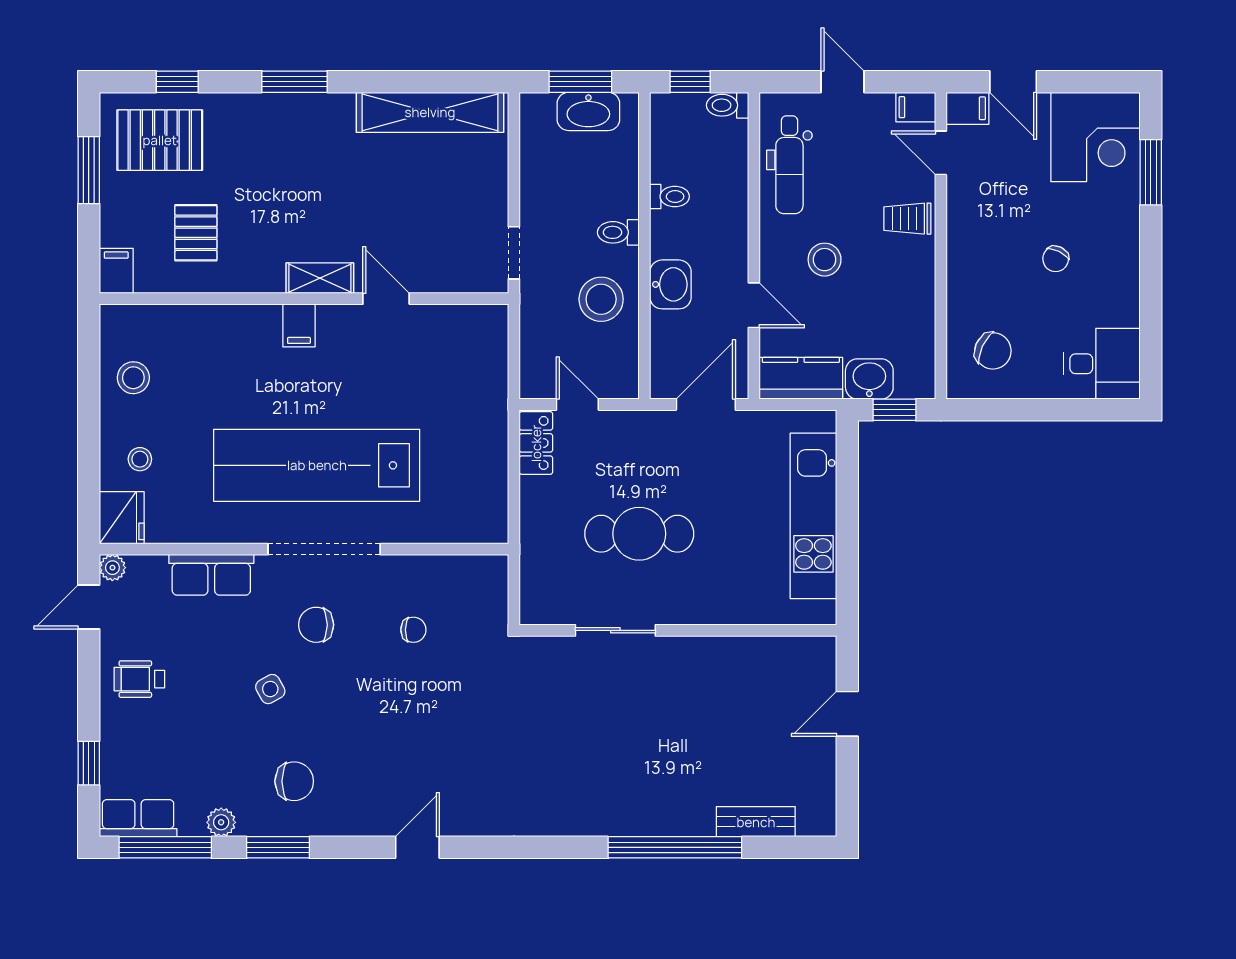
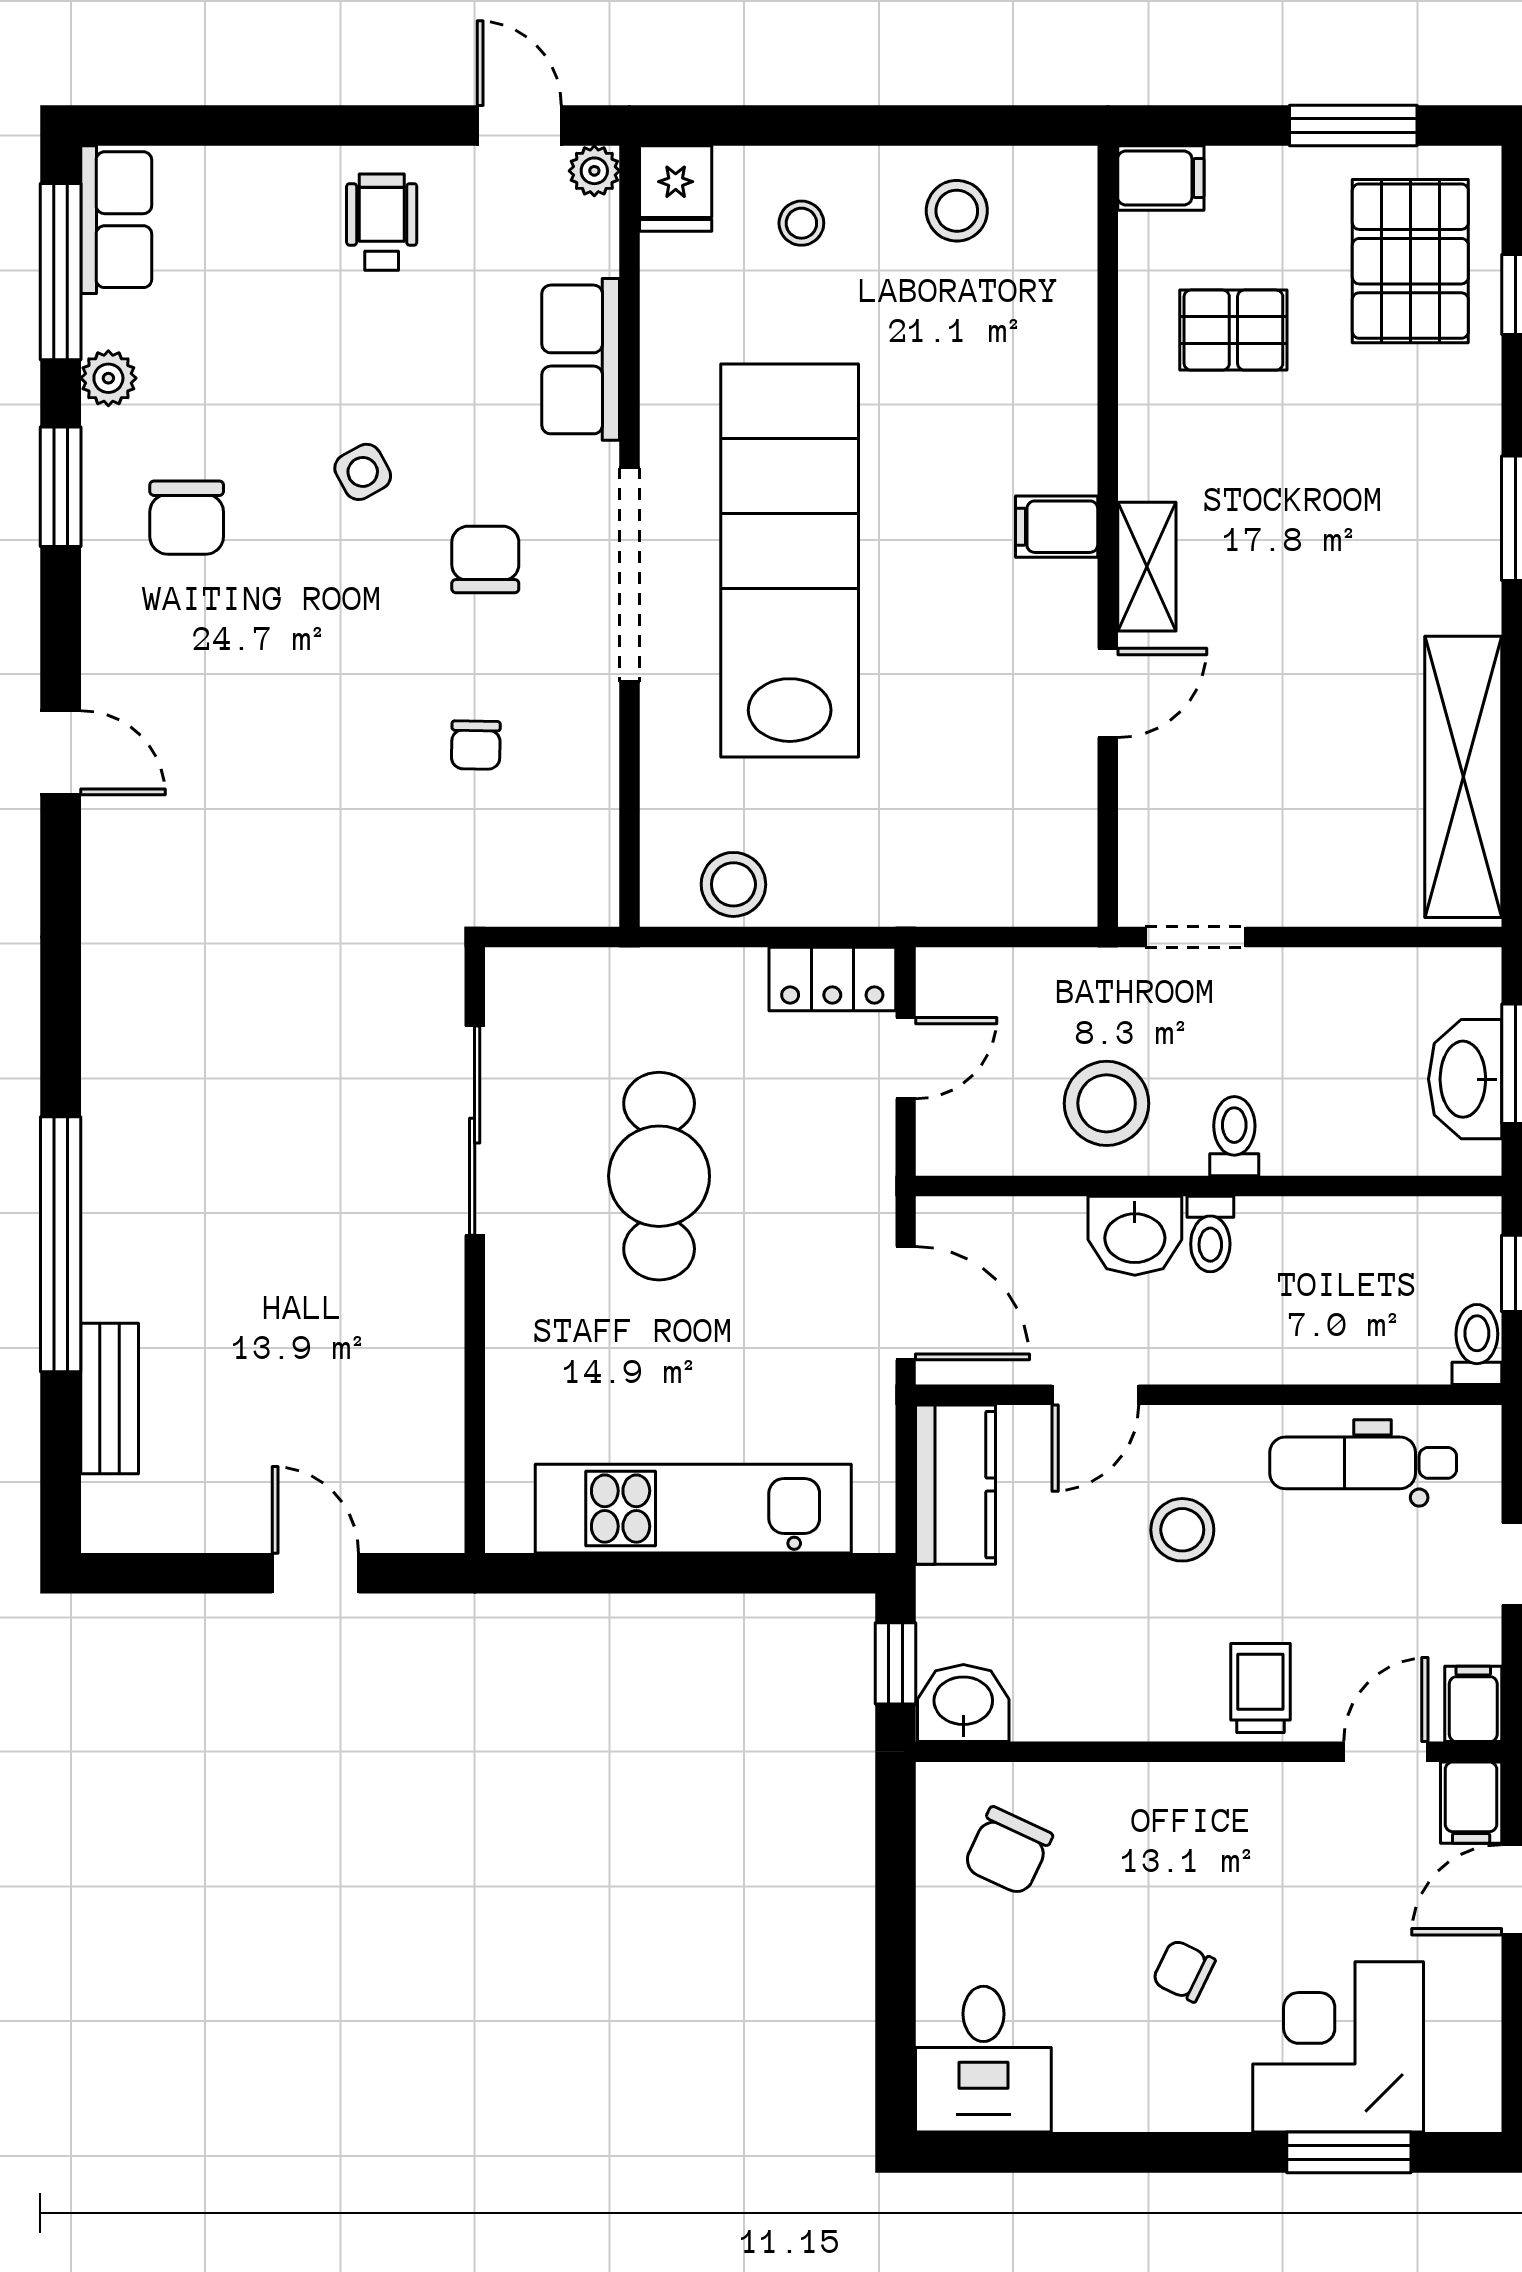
corner desk: (1095, 137) -> (1338, 2047), moved, turned 90
toilet: (670, 196) -> (1210, 1234), moved
washbasin: (869, 379) -> (963, 1703), moved, turned -90
stool: (486, 495) -> (733, 884), added
fridge: (122, 518) -> (676, 189), width x0.72
sliding door: (615, 630) -> (475, 1131), width x1.37
window: (89, 763) -> (221, 126), removed

